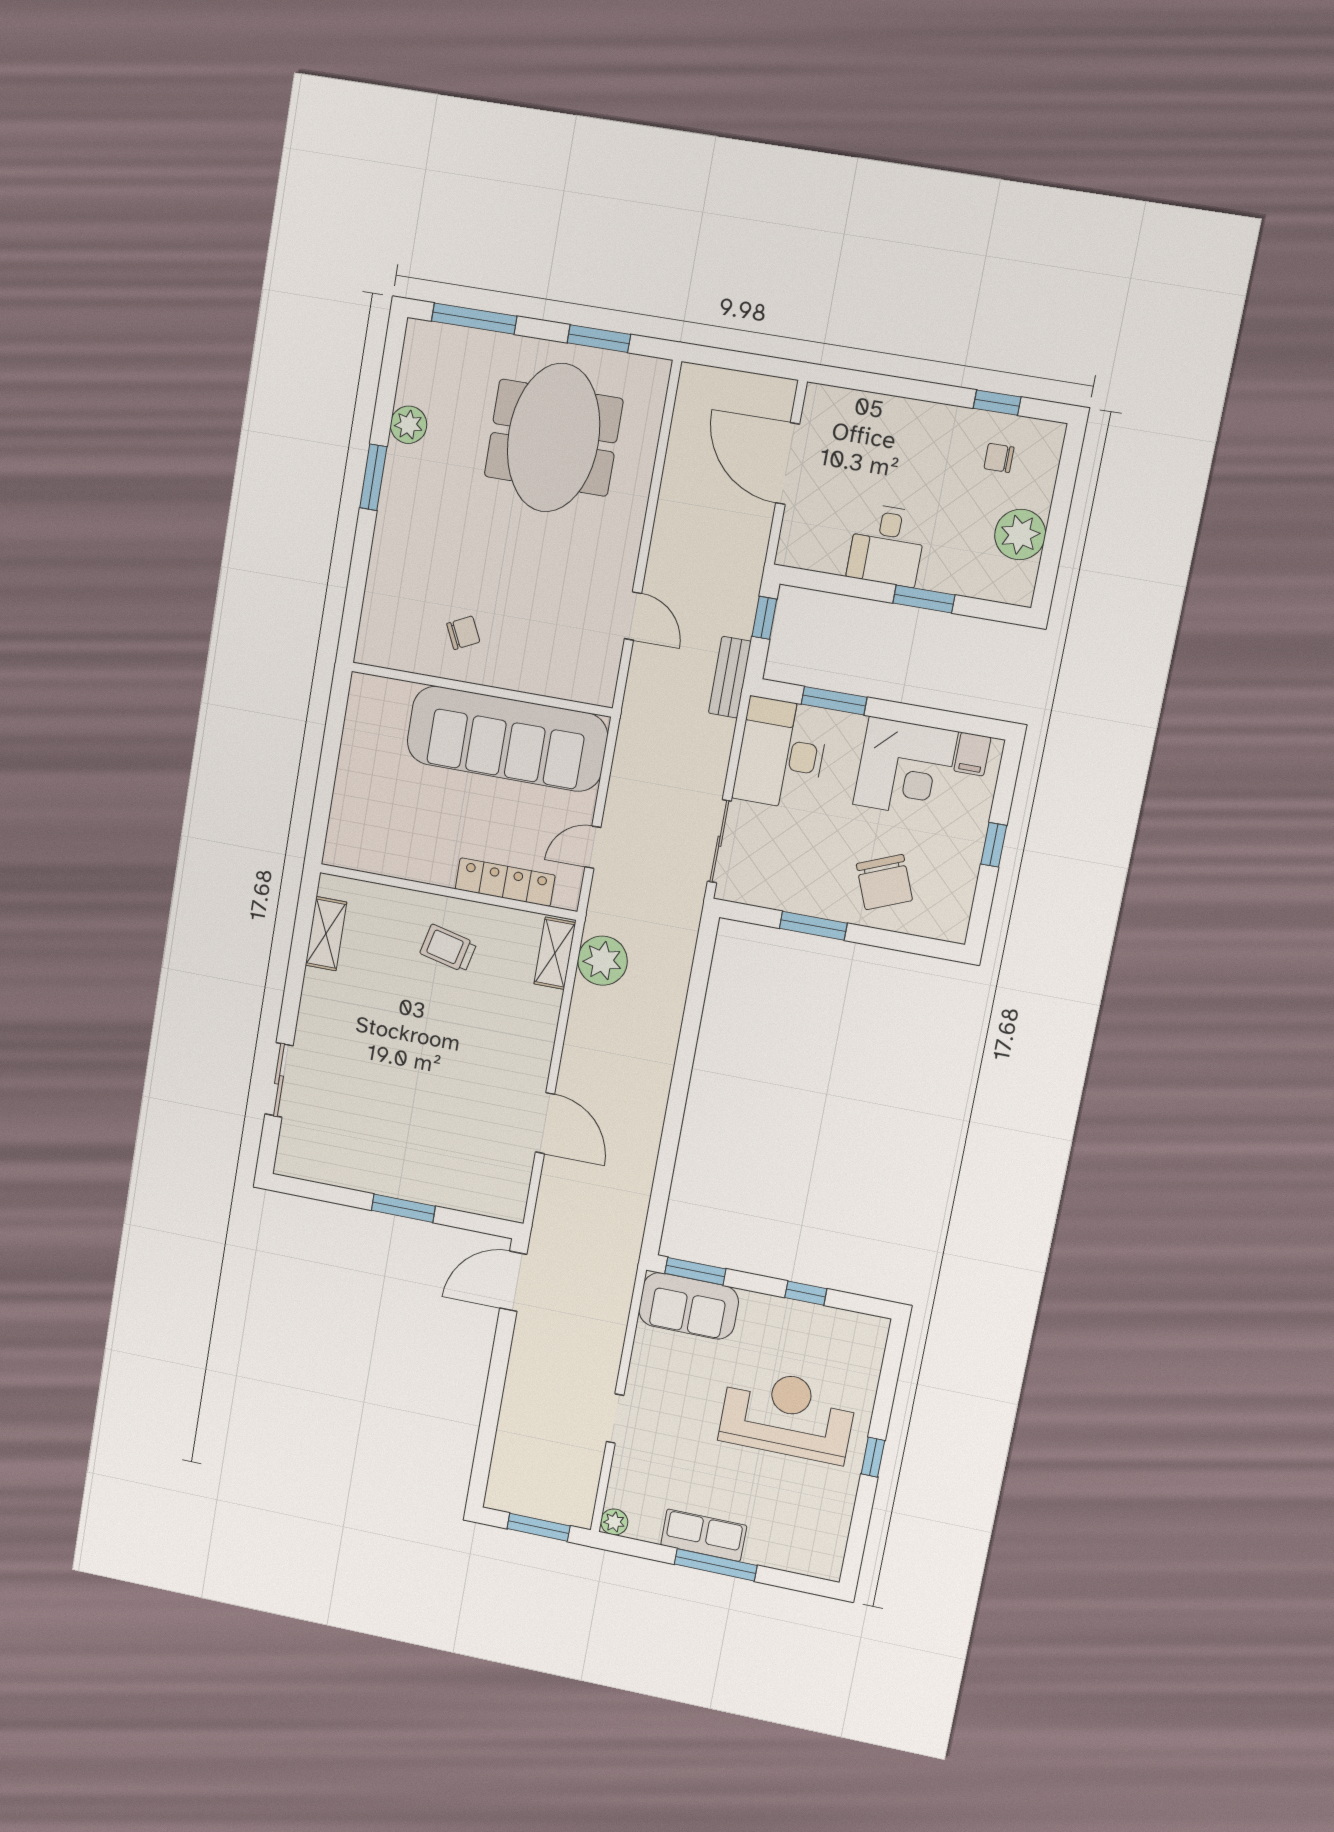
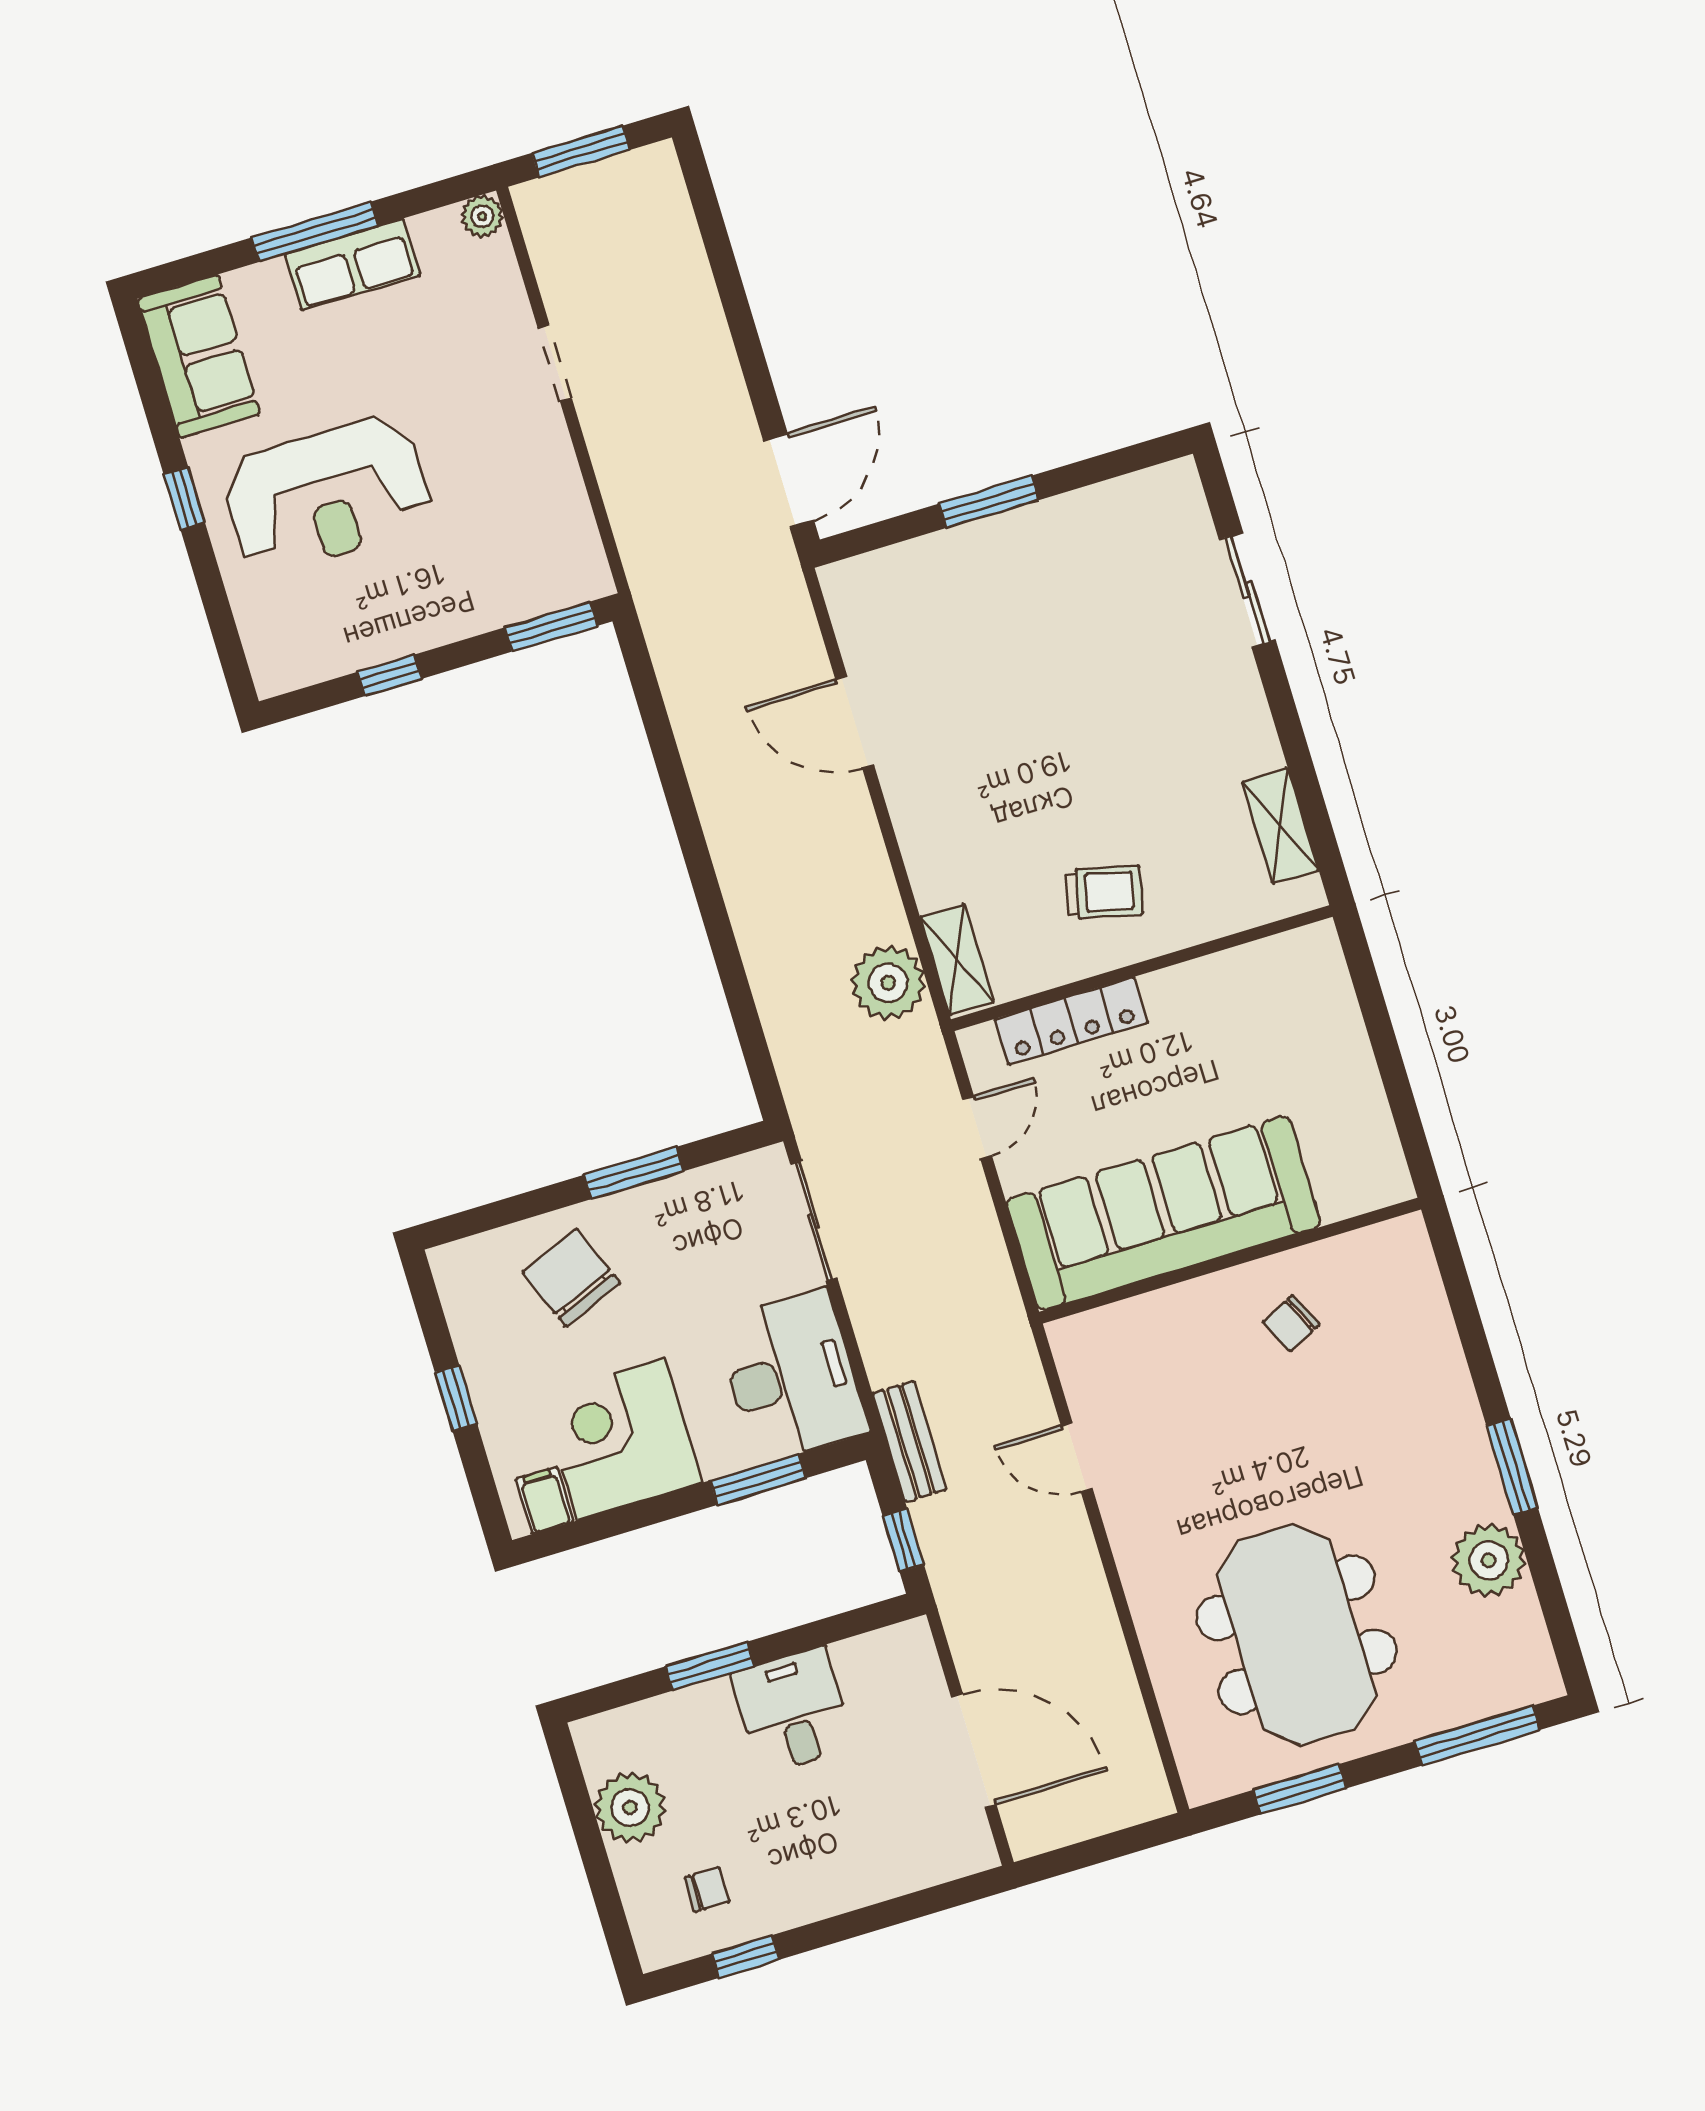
plant: (409, 425) -> (1489, 1560), width x1.36, depth x1.36
sofa: (689, 1306) -> (199, 356), moved, turned 90

